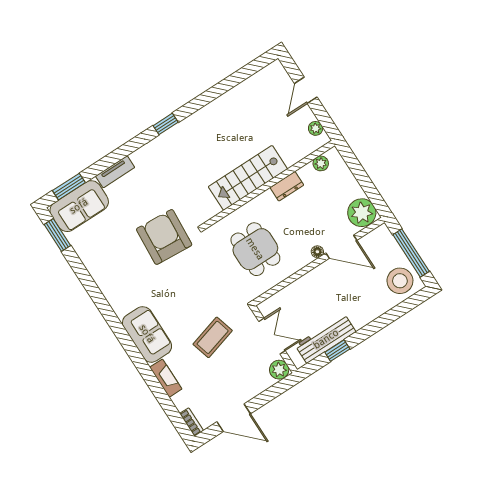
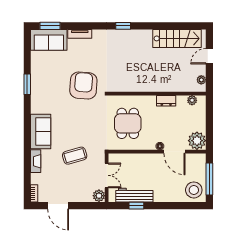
stairs: (248, 178) -> (177, 38), moved, turned 180
window: (57, 235) -> (27, 84), moved

